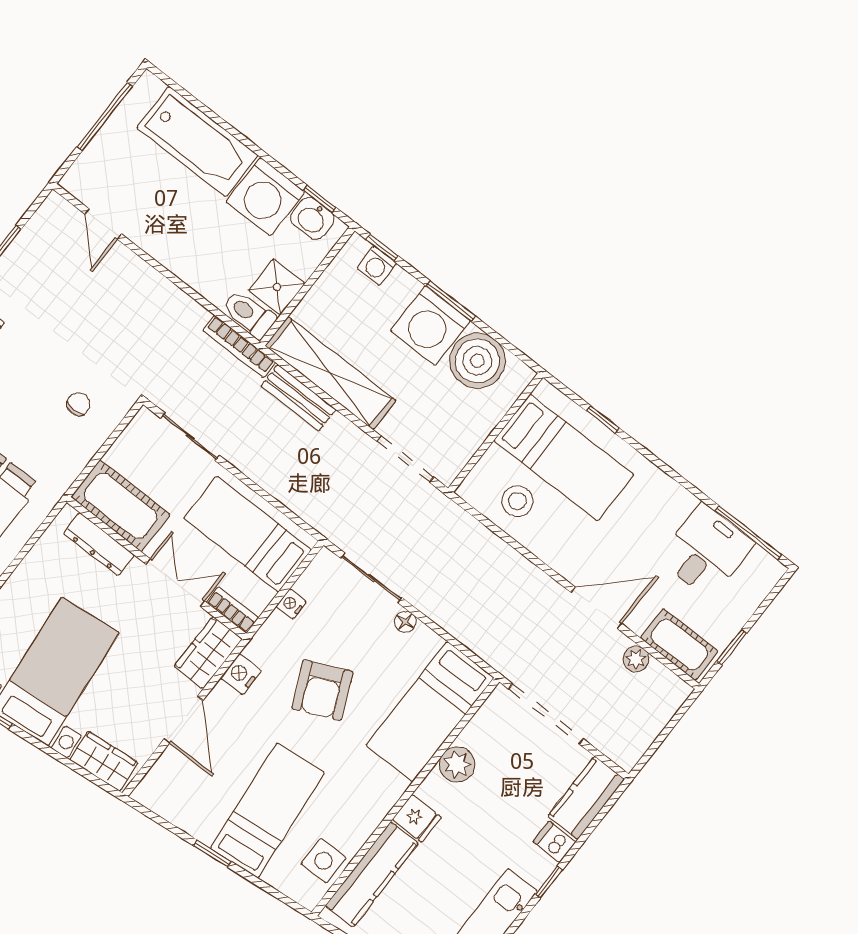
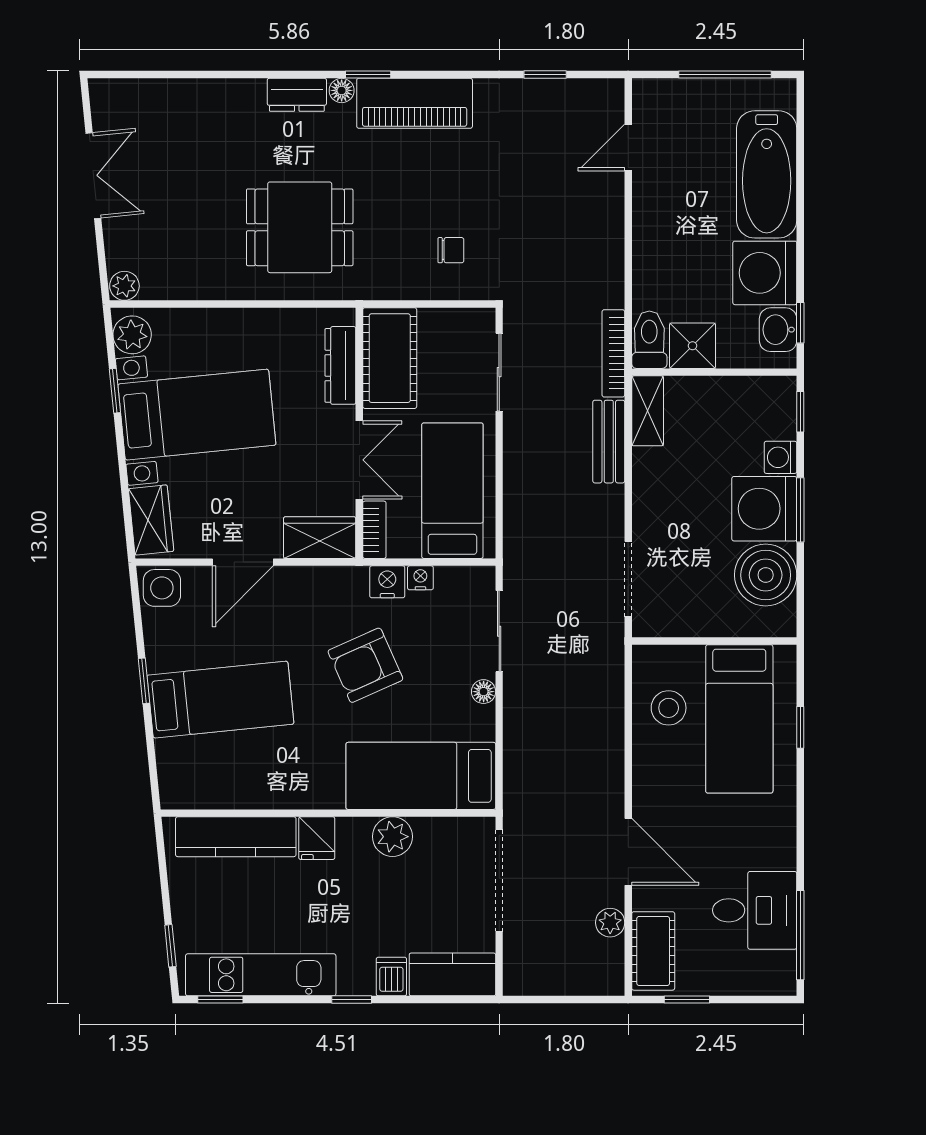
washing machine: (377, 266) -> (781, 457), moved
shelving: (330, 373) -> (648, 411), width x0.45, depth x0.75
nightstand: (241, 674) -> (387, 582), moved
side table: (324, 861) -> (162, 588), moved

